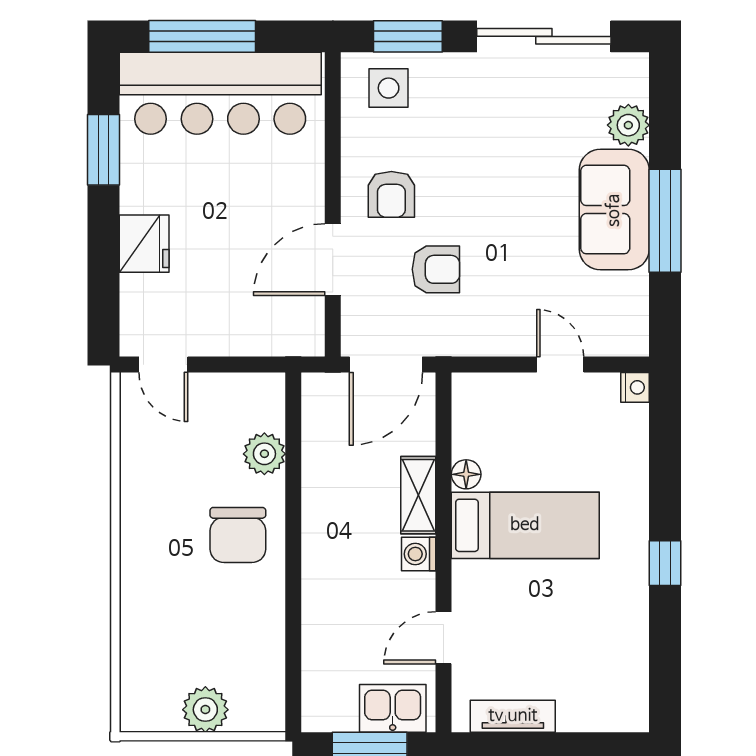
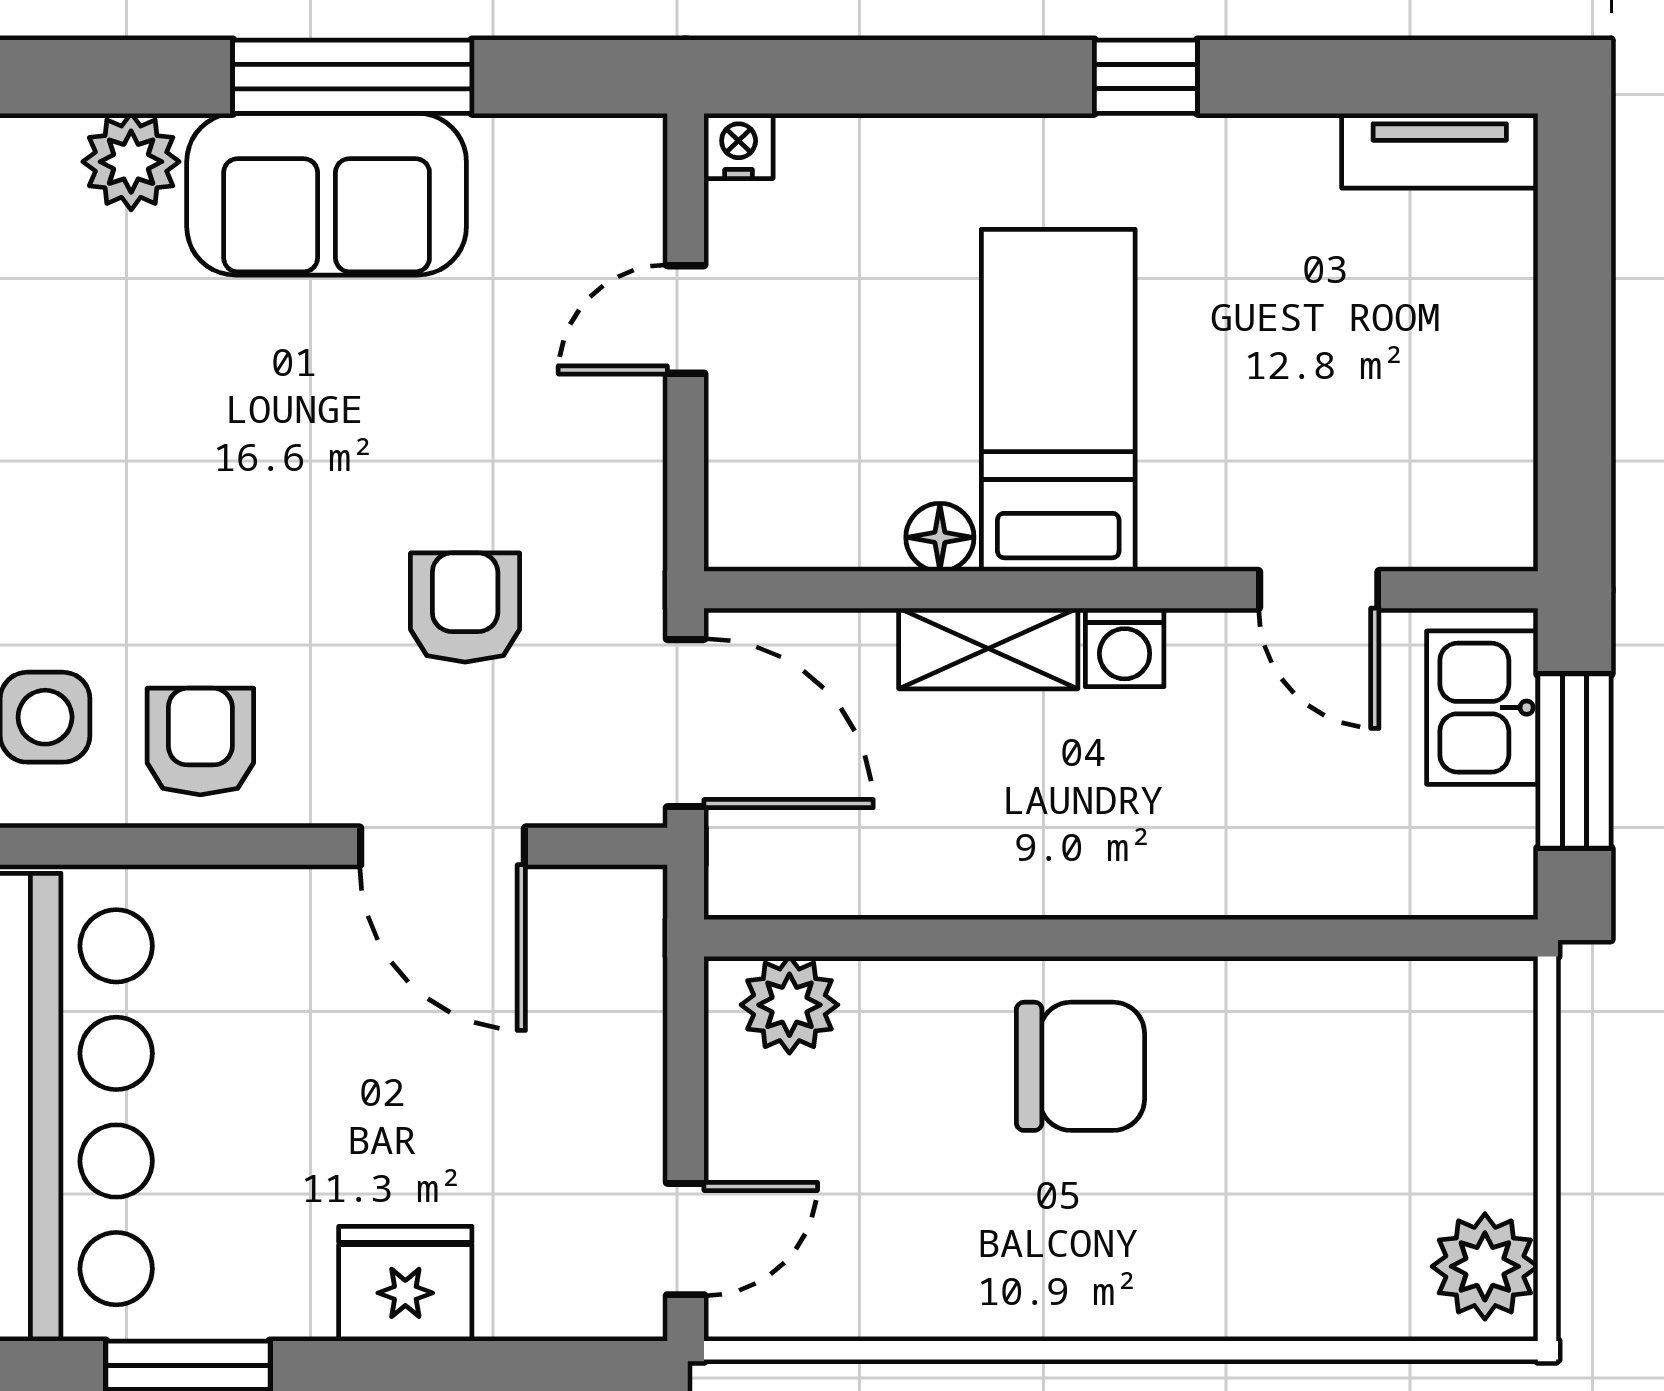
armchair: (391, 194) -> (200, 741), moved, turned -90
plant: (264, 454) -> (789, 1005), moved
plant: (205, 710) -> (1485, 1266), moved
tv unit: (513, 716) -> (1440, 151), moved, turned -90

